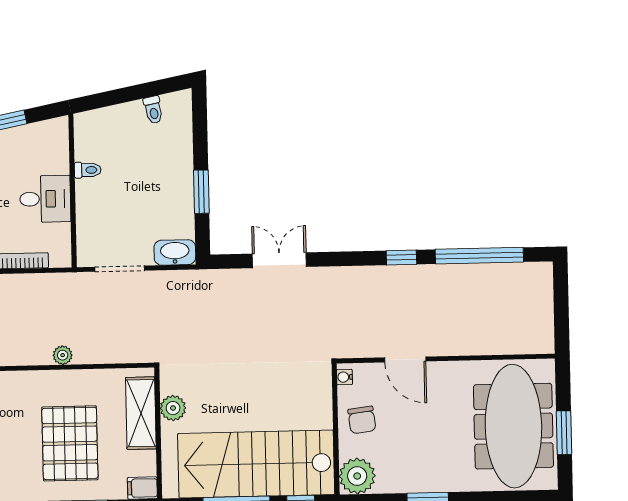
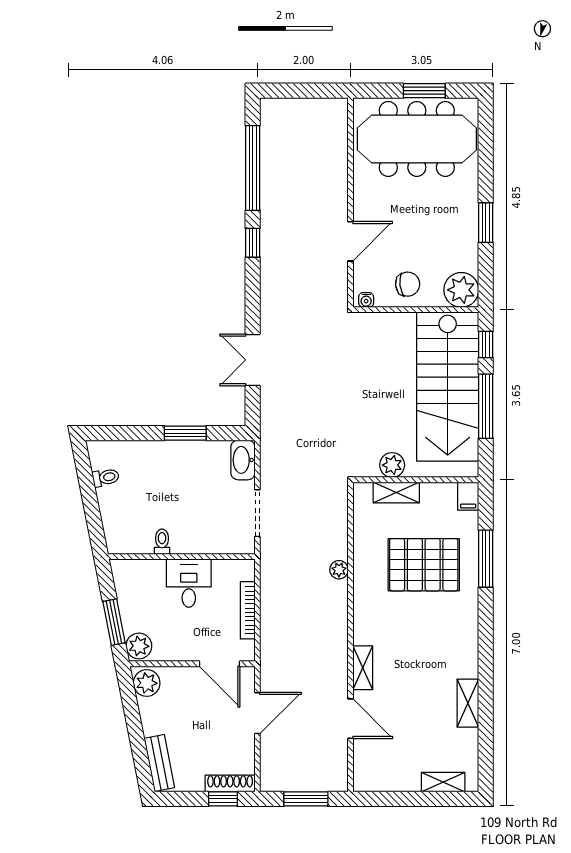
shelving: (141, 413) -> (396, 492), width x0.67, depth x0.75

